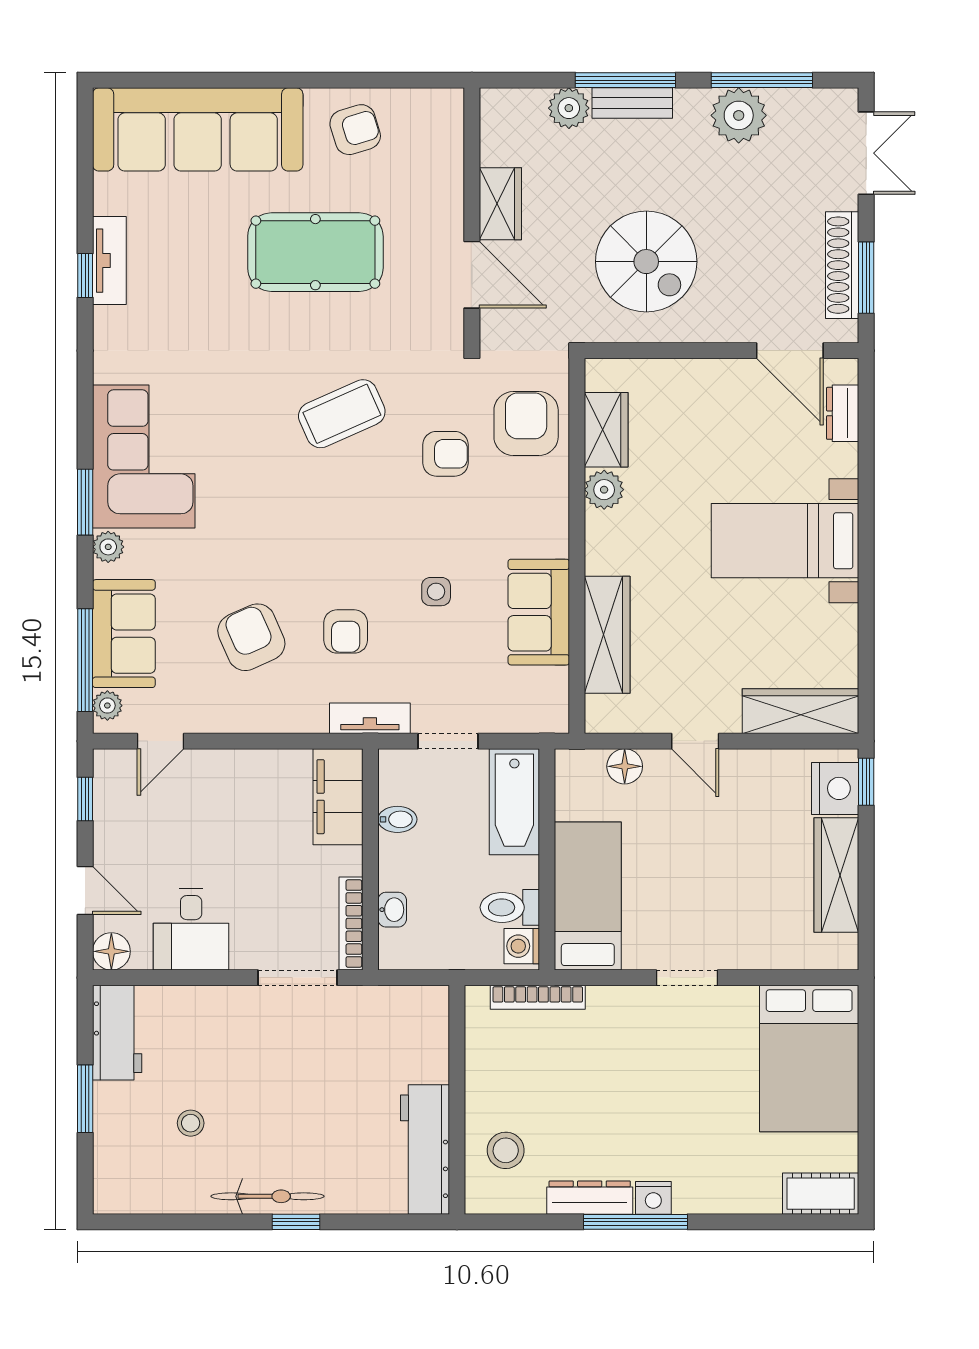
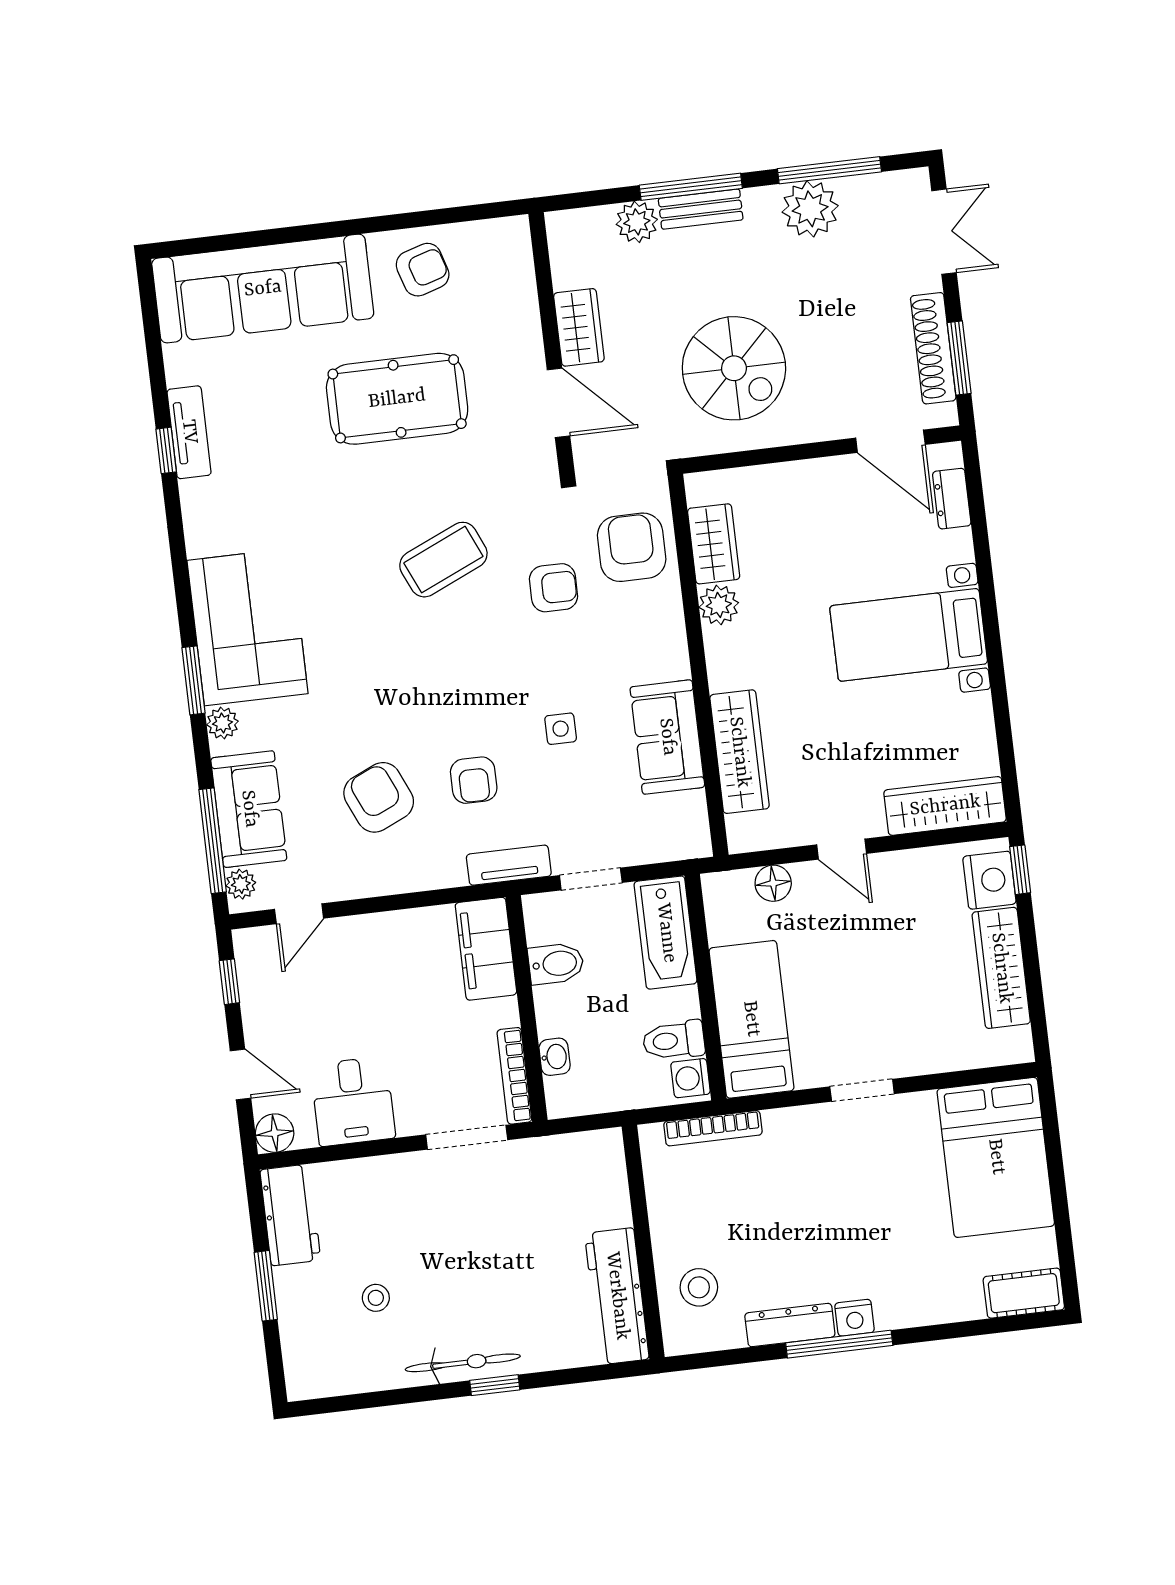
bidet: (397, 819) -> (556, 964), width x1.38, depth x1.36

